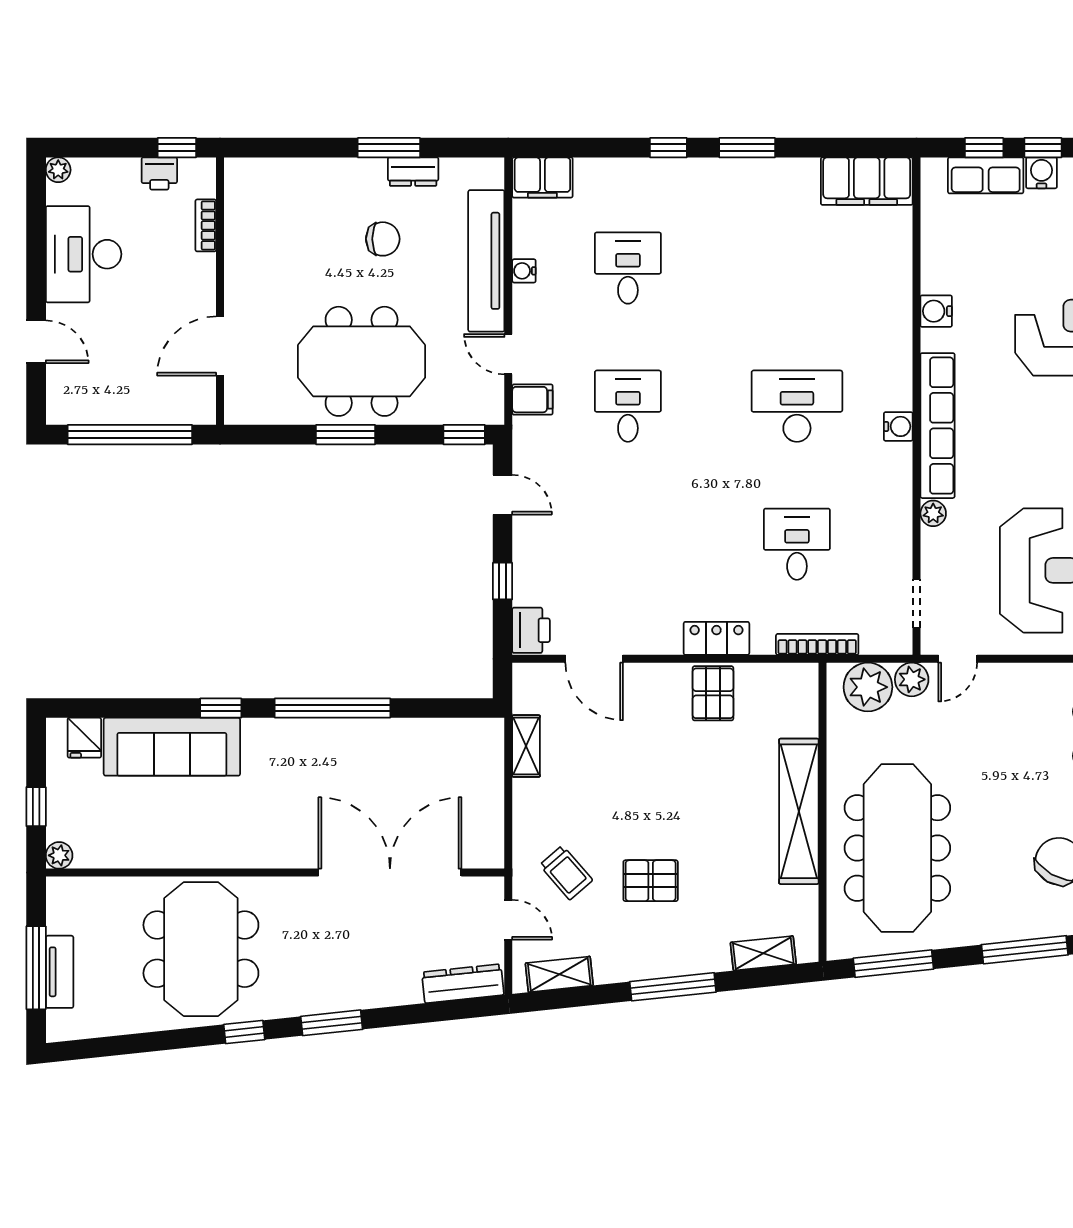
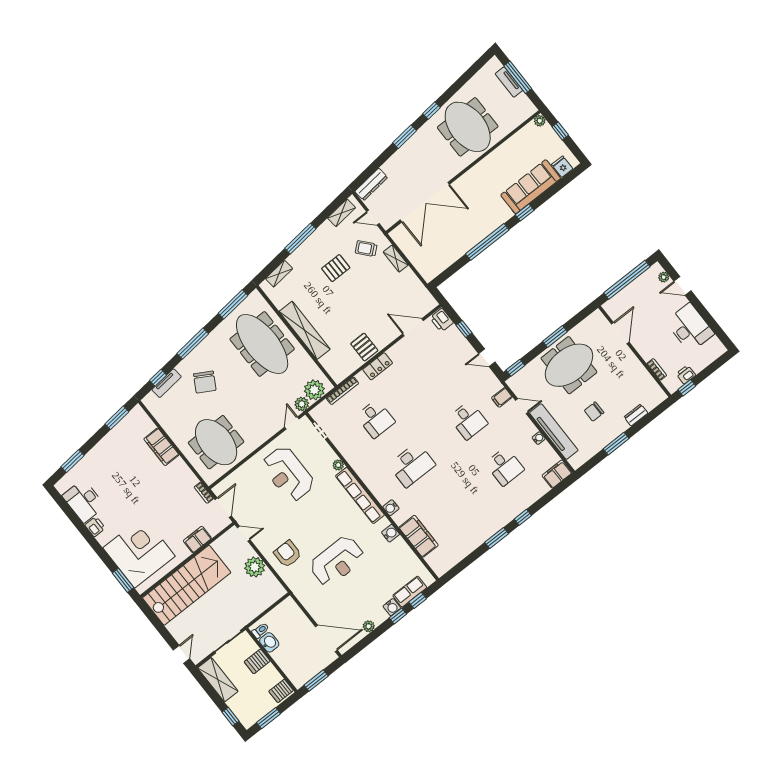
plant: (58, 170) -> (664, 277), moved
dresser: (413, 172) -> (636, 415), moved
filing cabinet: (867, 181) -> (419, 536), moved, turned 90
water cooler: (898, 426) -> (391, 508), moved
shelving: (526, 746) -> (396, 259), moved

